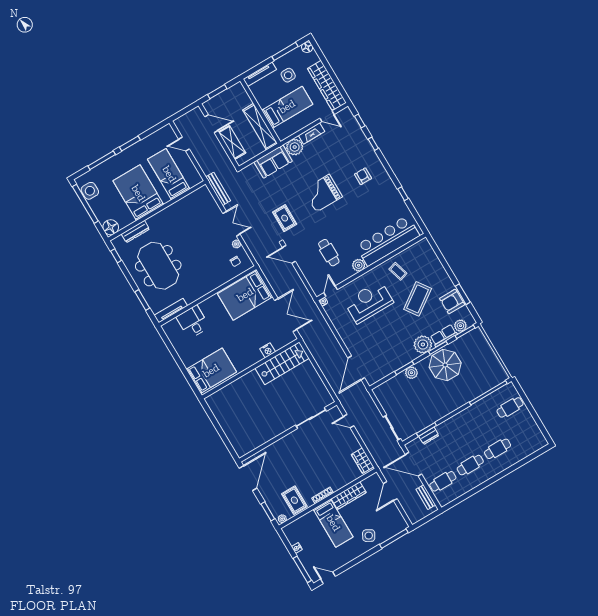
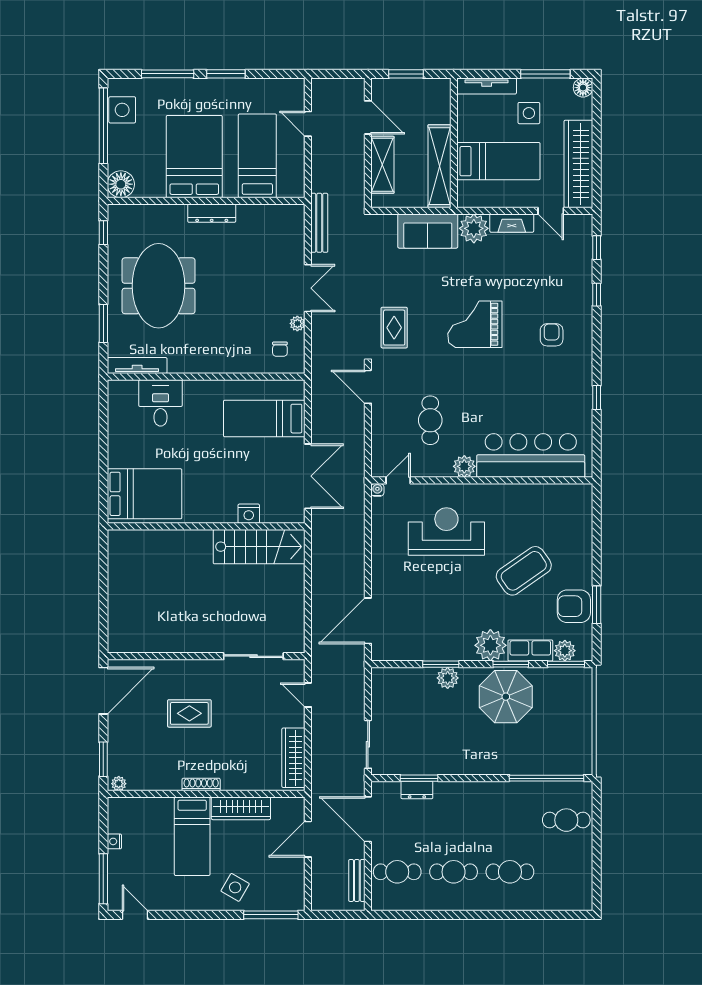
dresser: (135, 232) -> (212, 213), moved
coffee table: (398, 271) -> (519, 511), removed
bed: (245, 295) -> (264, 419), width x0.67
wardrobe: (363, 461) -> (293, 758), width x1.50
rug: (294, 500) -> (189, 713), moved, turned 90

